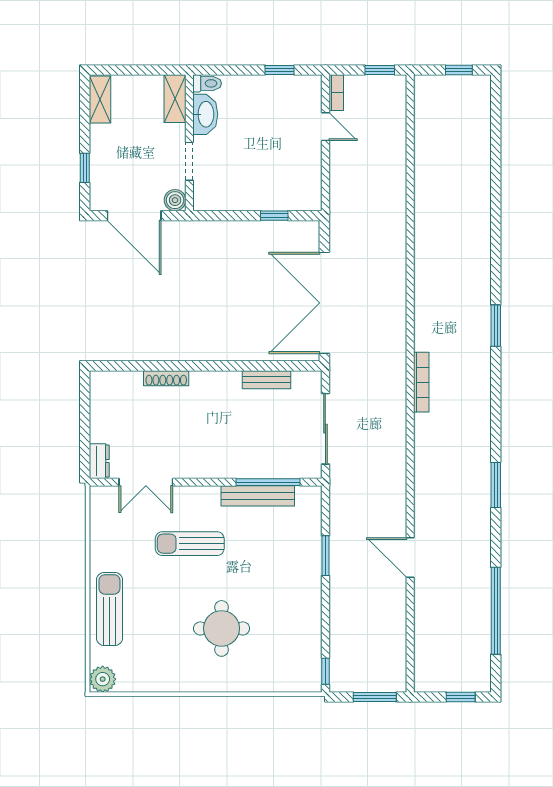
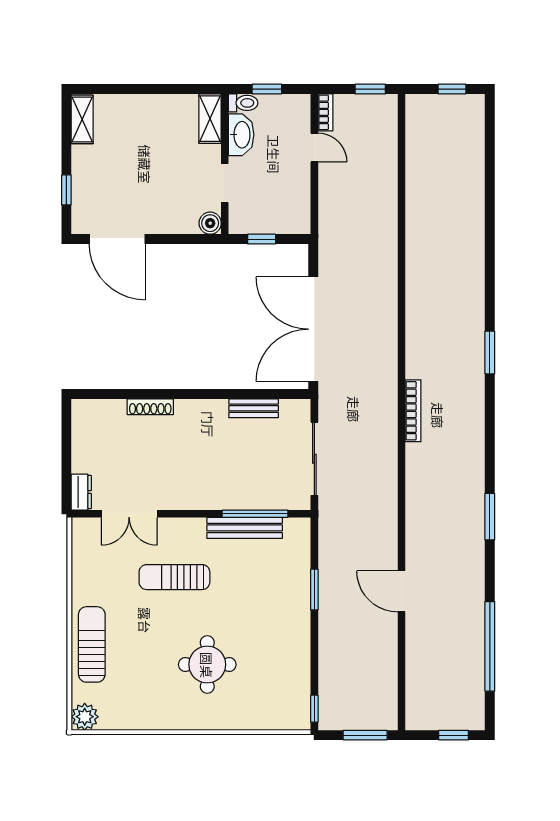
toilet: (207, 83) -> (243, 103), moved
shelving: (175, 99) -> (210, 119), moved
washbasin: (205, 114) -> (241, 135), moved
wall: (189, 143) -> (225, 164), moved
doorway: (189, 161) -> (225, 183), moved
boiler: (175, 200) -> (210, 223), moved

